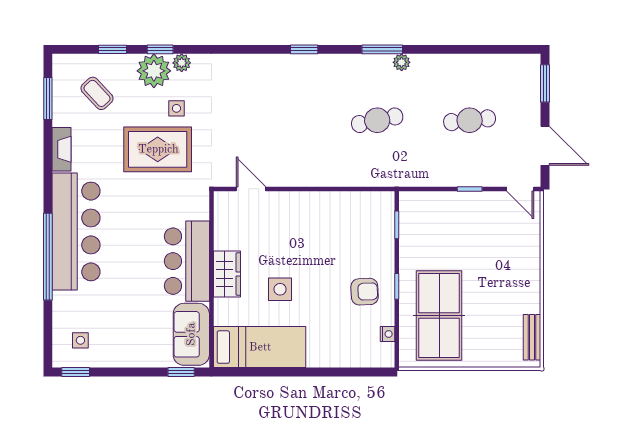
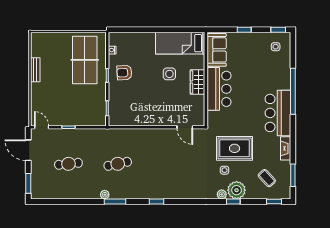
window: (112, 49) -> (274, 202), moved
bar counter: (76, 231) -> (278, 113), width x0.73
bench: (532, 337) -> (35, 70), moved
window: (181, 372) -> (244, 30), moved

